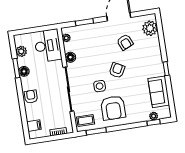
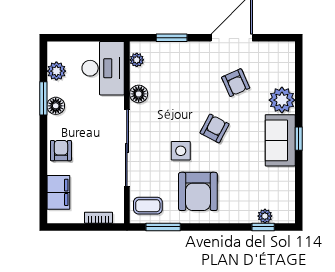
plant: (150, 28) -> (282, 100), moved
sofa: (159, 92) -> (280, 140), moved
filing cabinet: (34, 126) -> (58, 192), width x2.00

